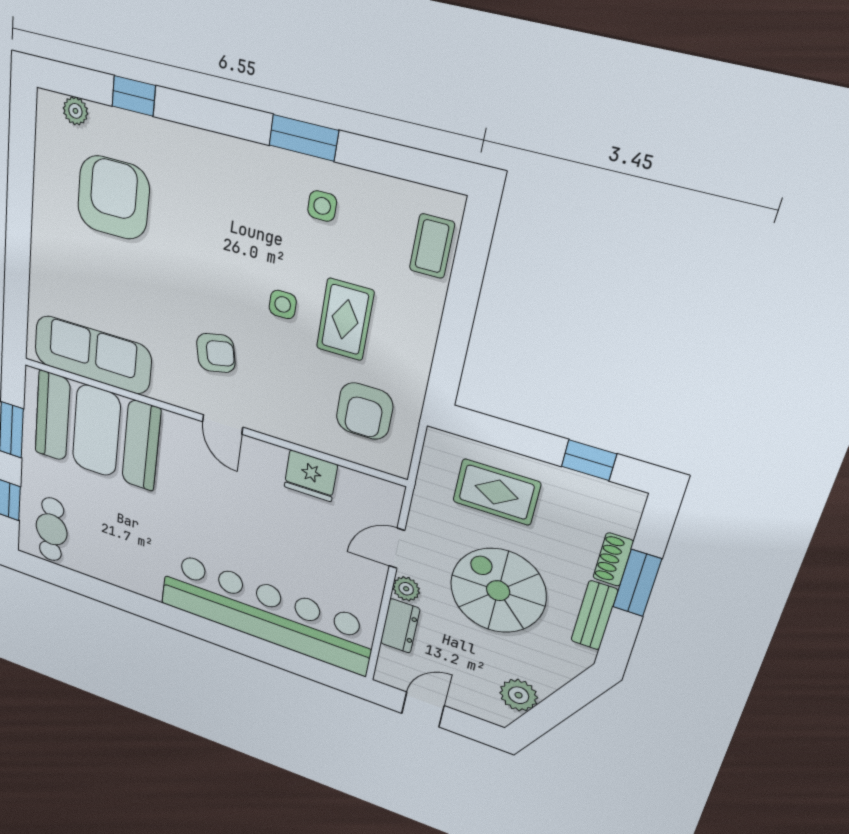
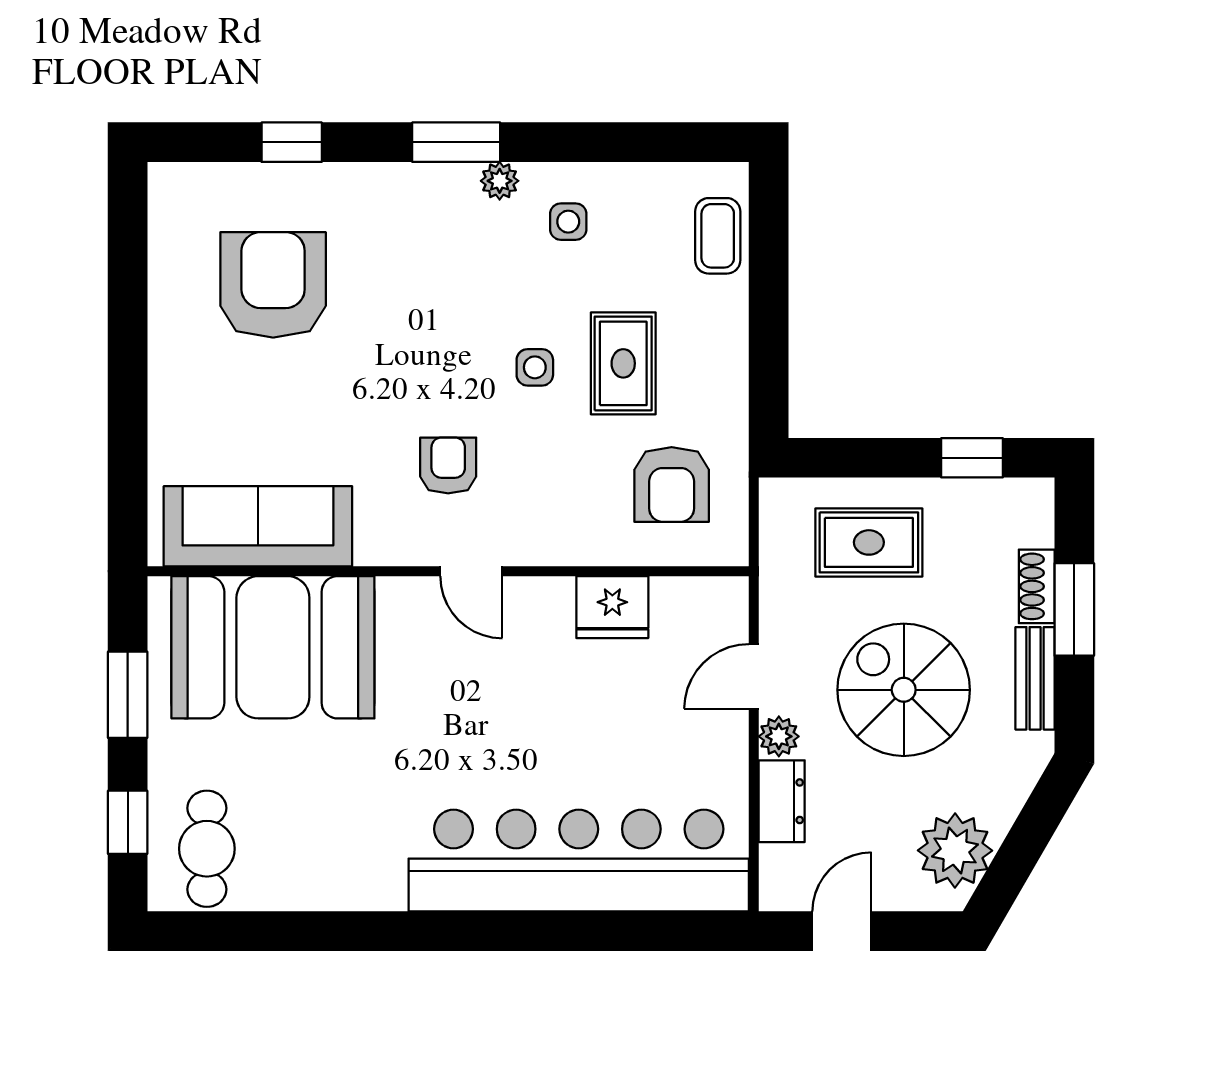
plant: (75, 111) -> (500, 181), moved
window: (304, 138) -> (456, 142), moved
armchair: (216, 353) -> (448, 465), turned -78
plant: (519, 695) -> (955, 850), width x1.36, depth x1.36

